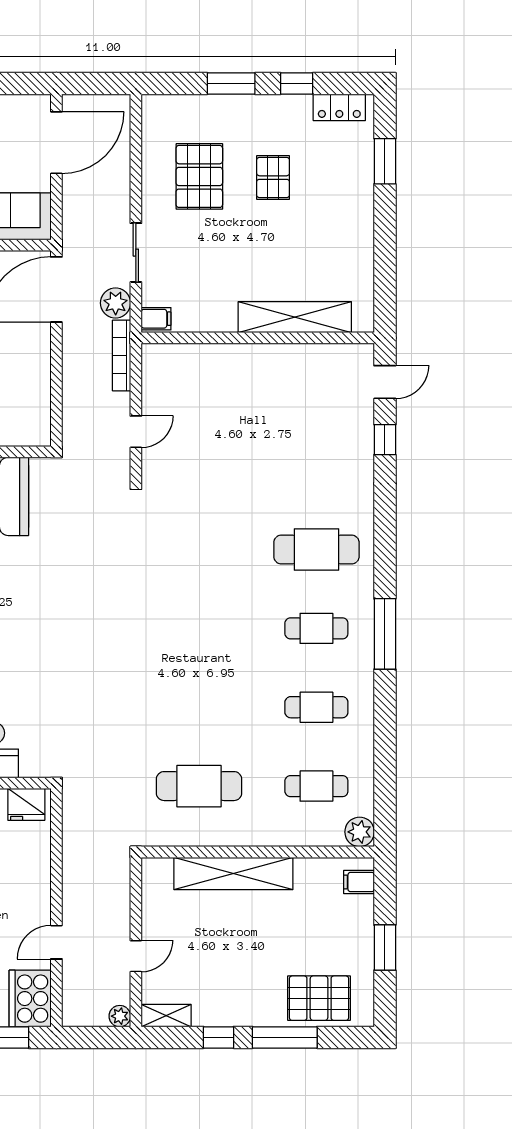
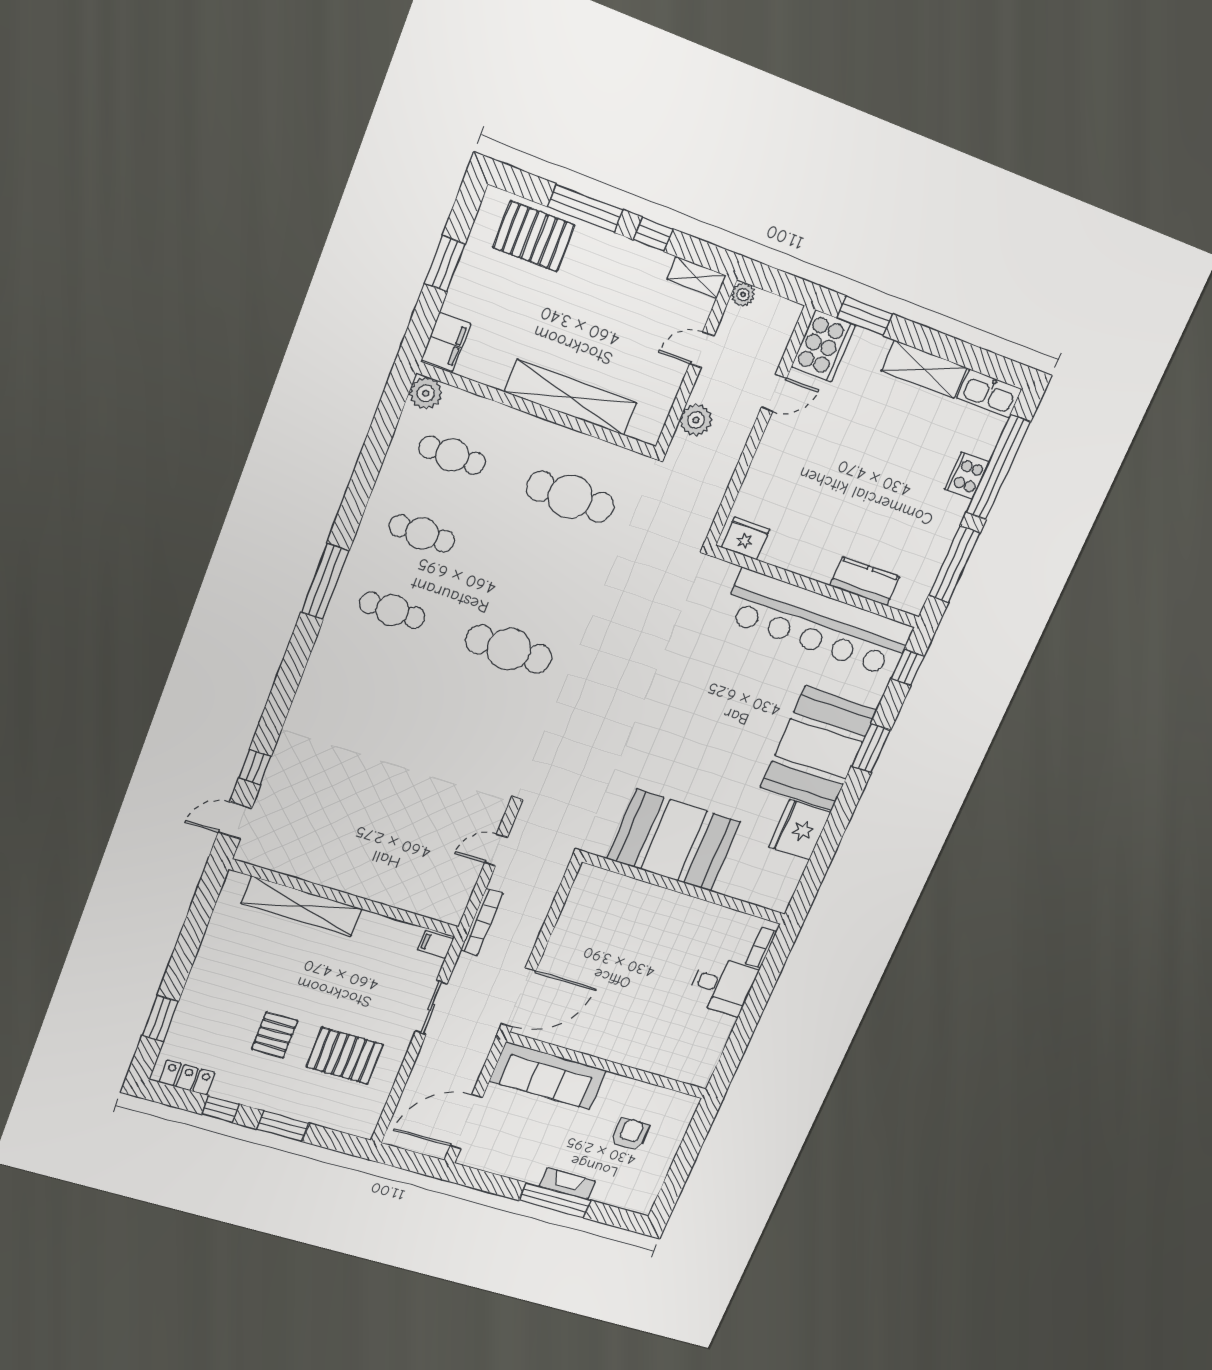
pallet: (199, 176) -> (345, 1056), turned 90
plant: (116, 303) -> (696, 420), moved
cafe table: (316, 550) -> (509, 649), moved
filing cabinet: (359, 882) -> (446, 342), width x2.00

